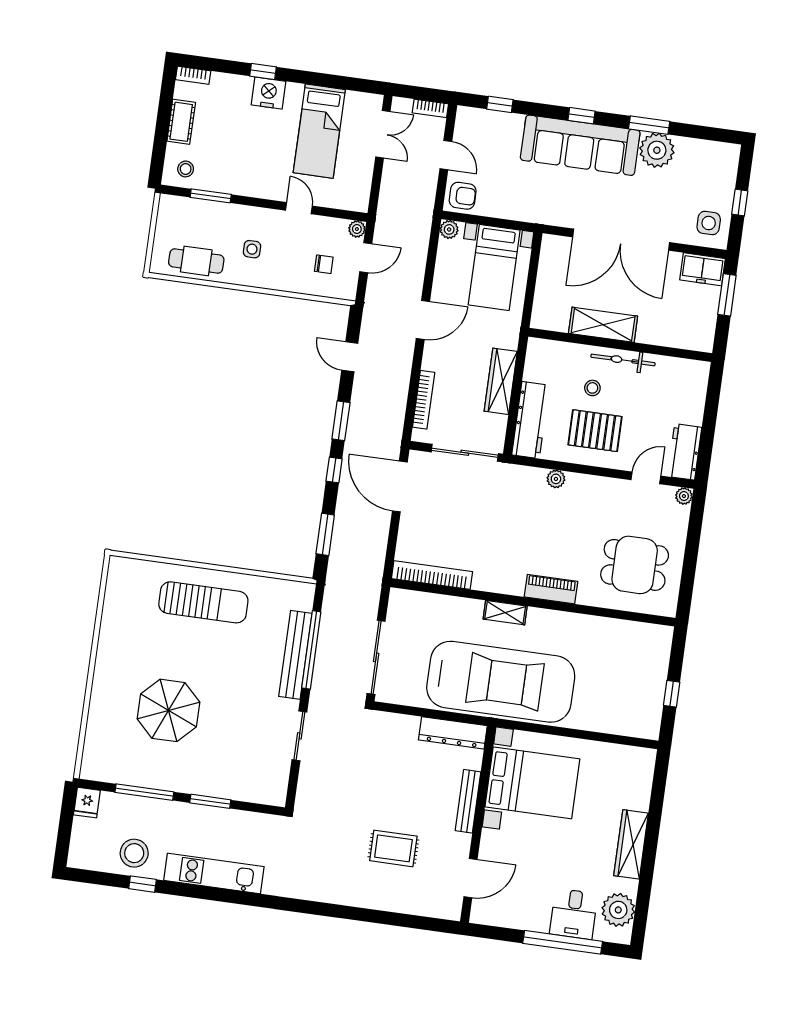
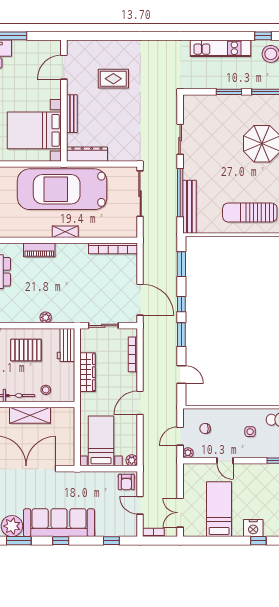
armchair: (463, 196) -> (126, 482), turned -90
stool: (592, 388) -> (46, 390), moved
workbench: (531, 420) -> (66, 345), width x0.73
sliding door: (465, 453) -> (103, 326), width x0.73
bench: (295, 655) -> (189, 207), moved

